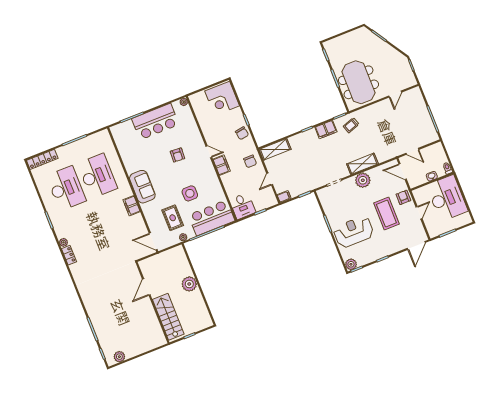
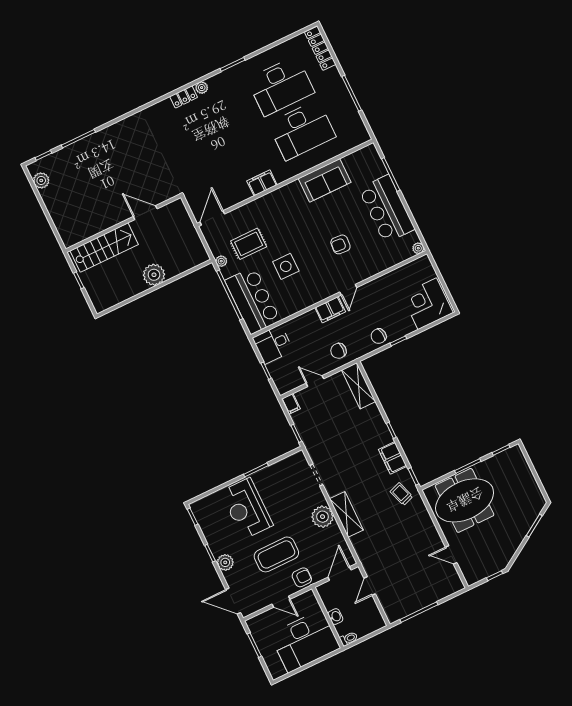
sofa: (142, 187) -> (325, 180), moved
reception desk: (354, 232) -> (247, 508), turned 180
plant: (351, 264) -> (225, 562), moved

